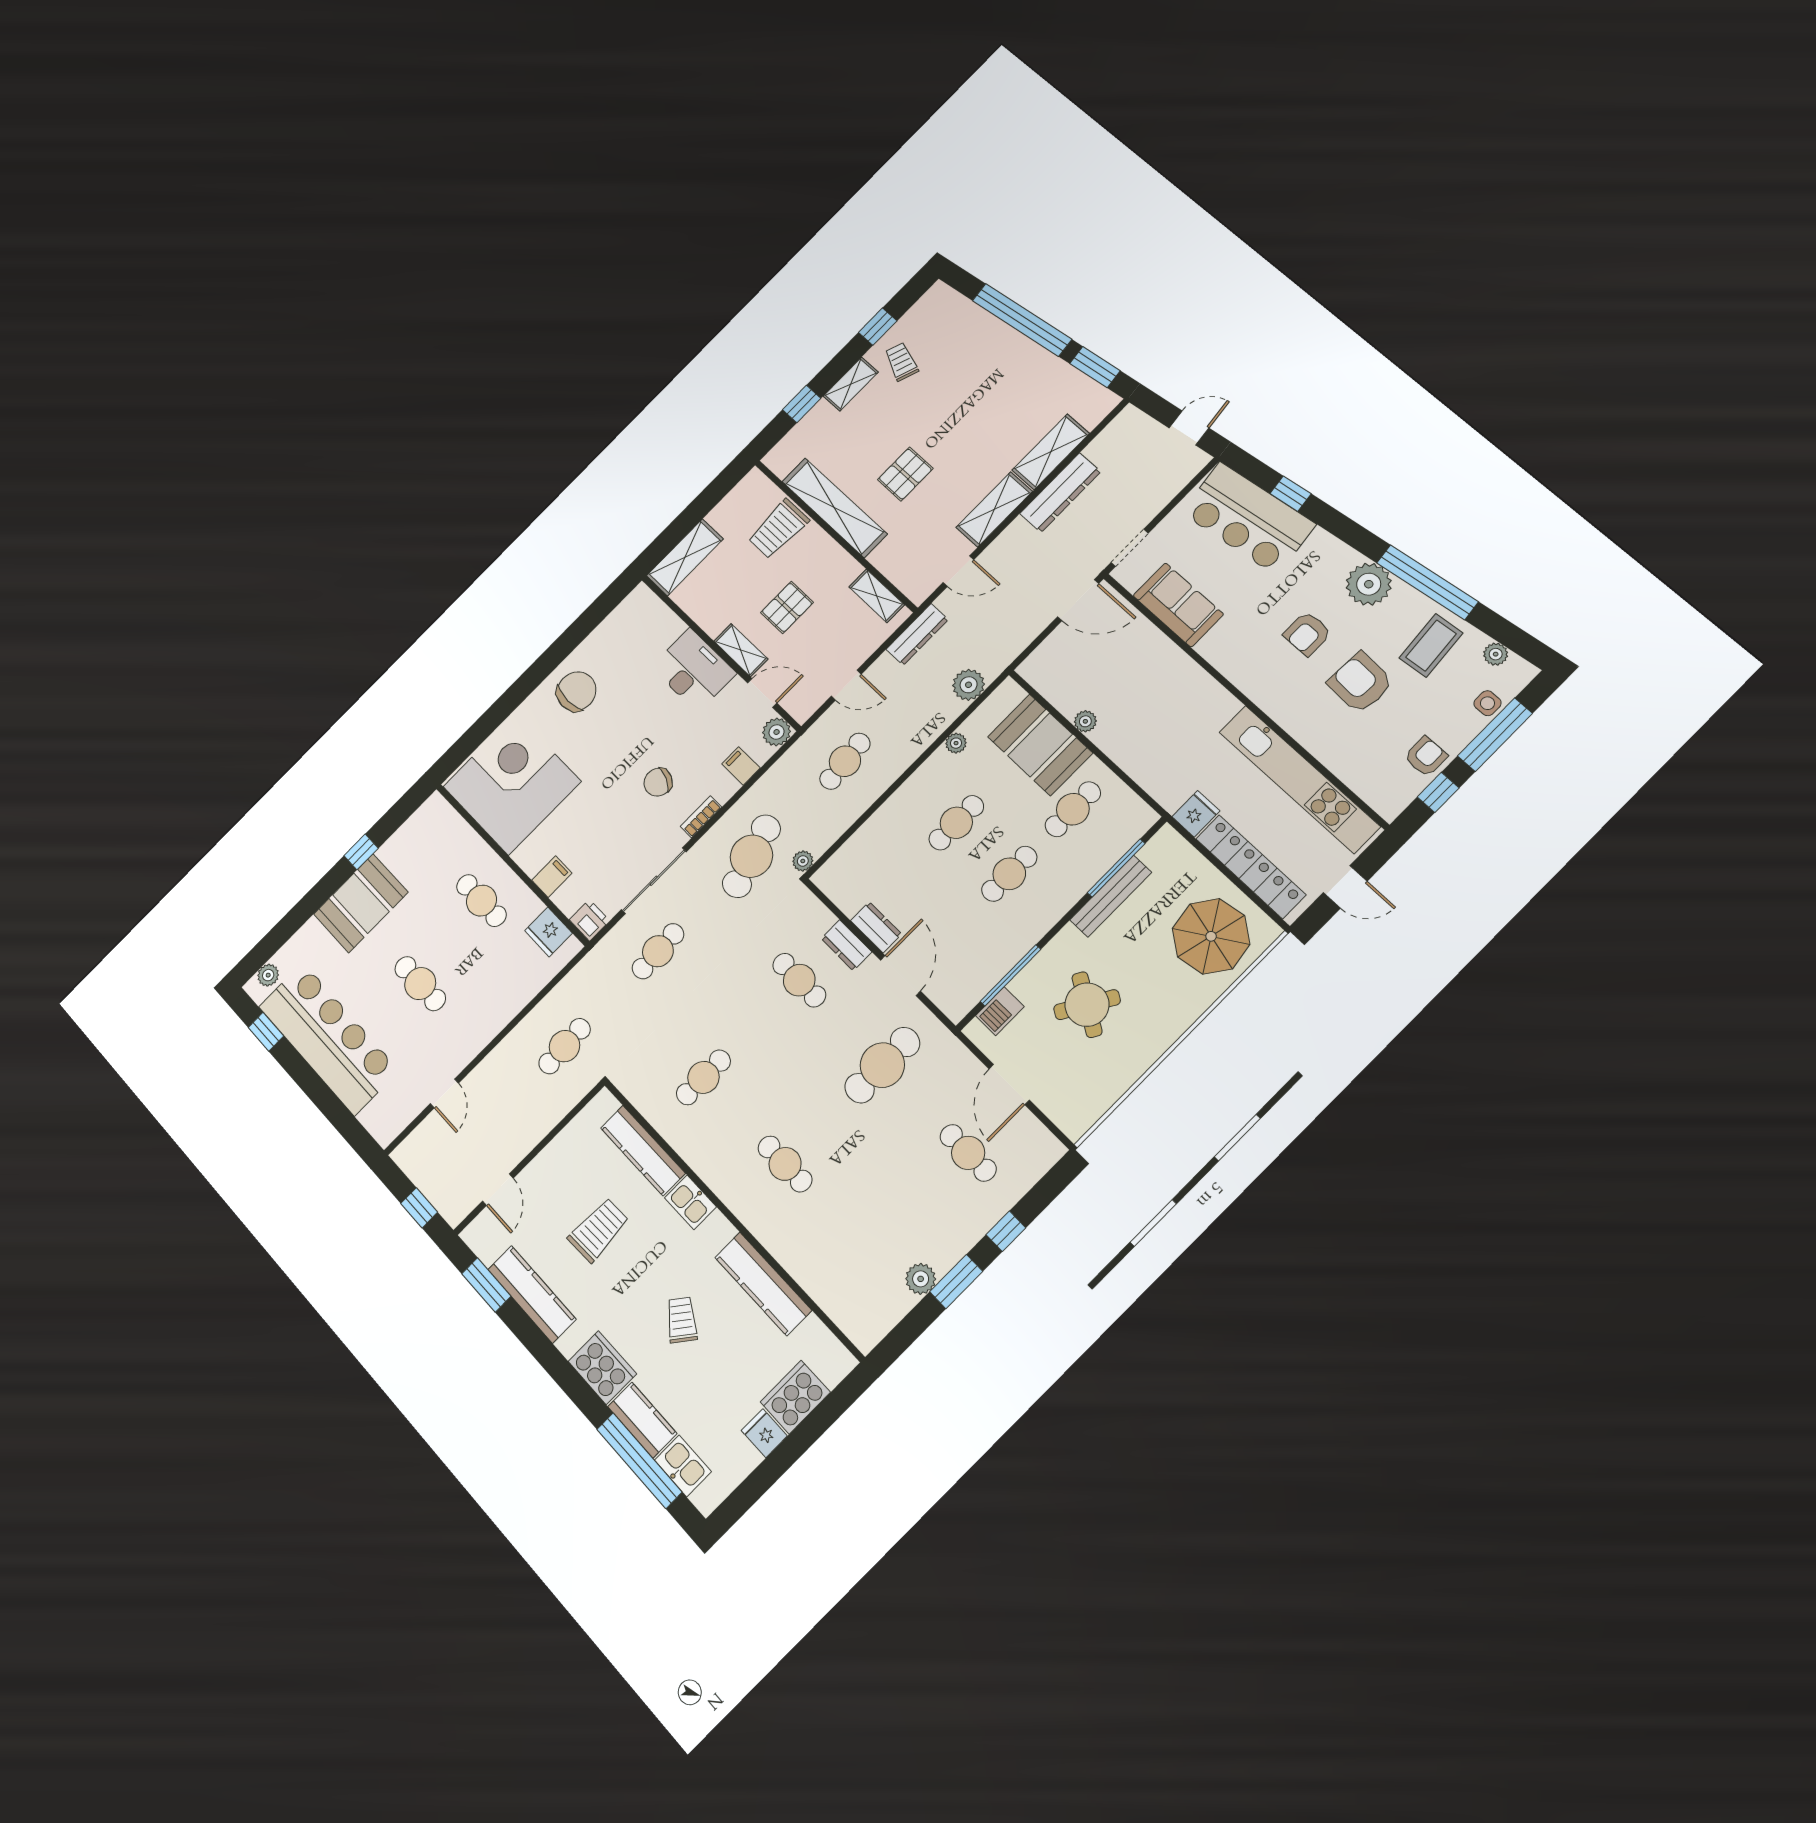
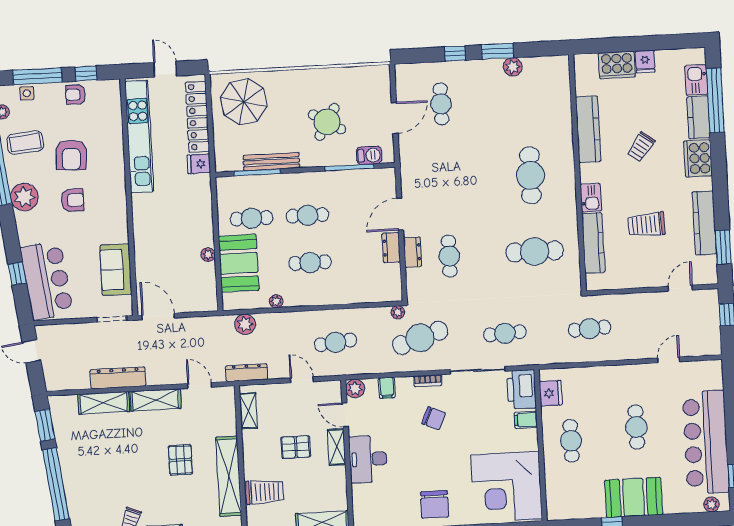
pallet: (905, 474) -> (180, 460), turned 90
chair: (576, 691) -> (435, 504), turned -90
printer: (589, 920) -> (522, 389), width x1.87, depth x1.48
cafe table: (882, 1065) -> (445, 180), removed
cafe table: (703, 1077) -> (535, 251), width x1.37, depth x1.35
cafe table: (785, 1164) -> (530, 175), width x1.37, depth x1.35

